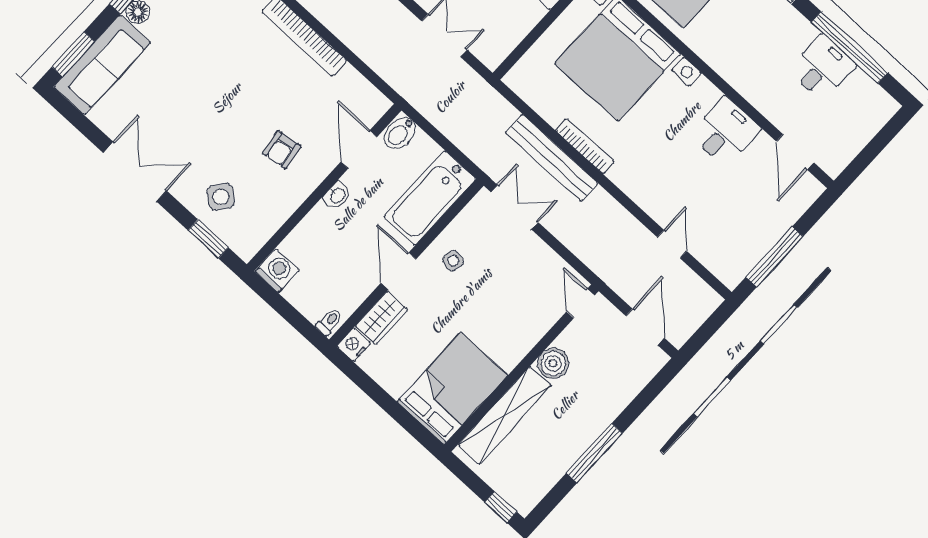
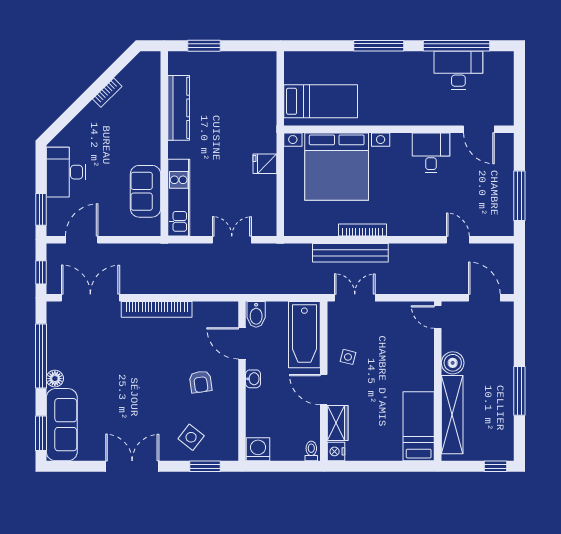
desk: (822, 68) -> (458, 70), width x1.37
bed: (452, 389) -> (419, 426), width x0.67

